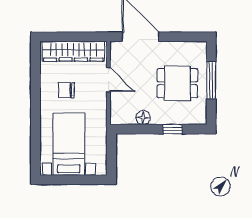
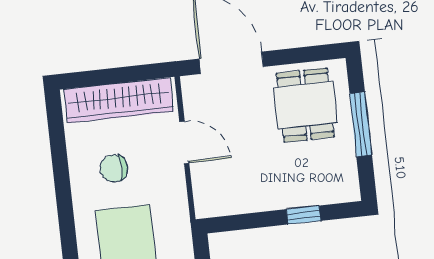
dining table: (177, 83) -> (305, 105), moved, turned 90
floor lamp: (143, 118) -> (251, 201), removed

